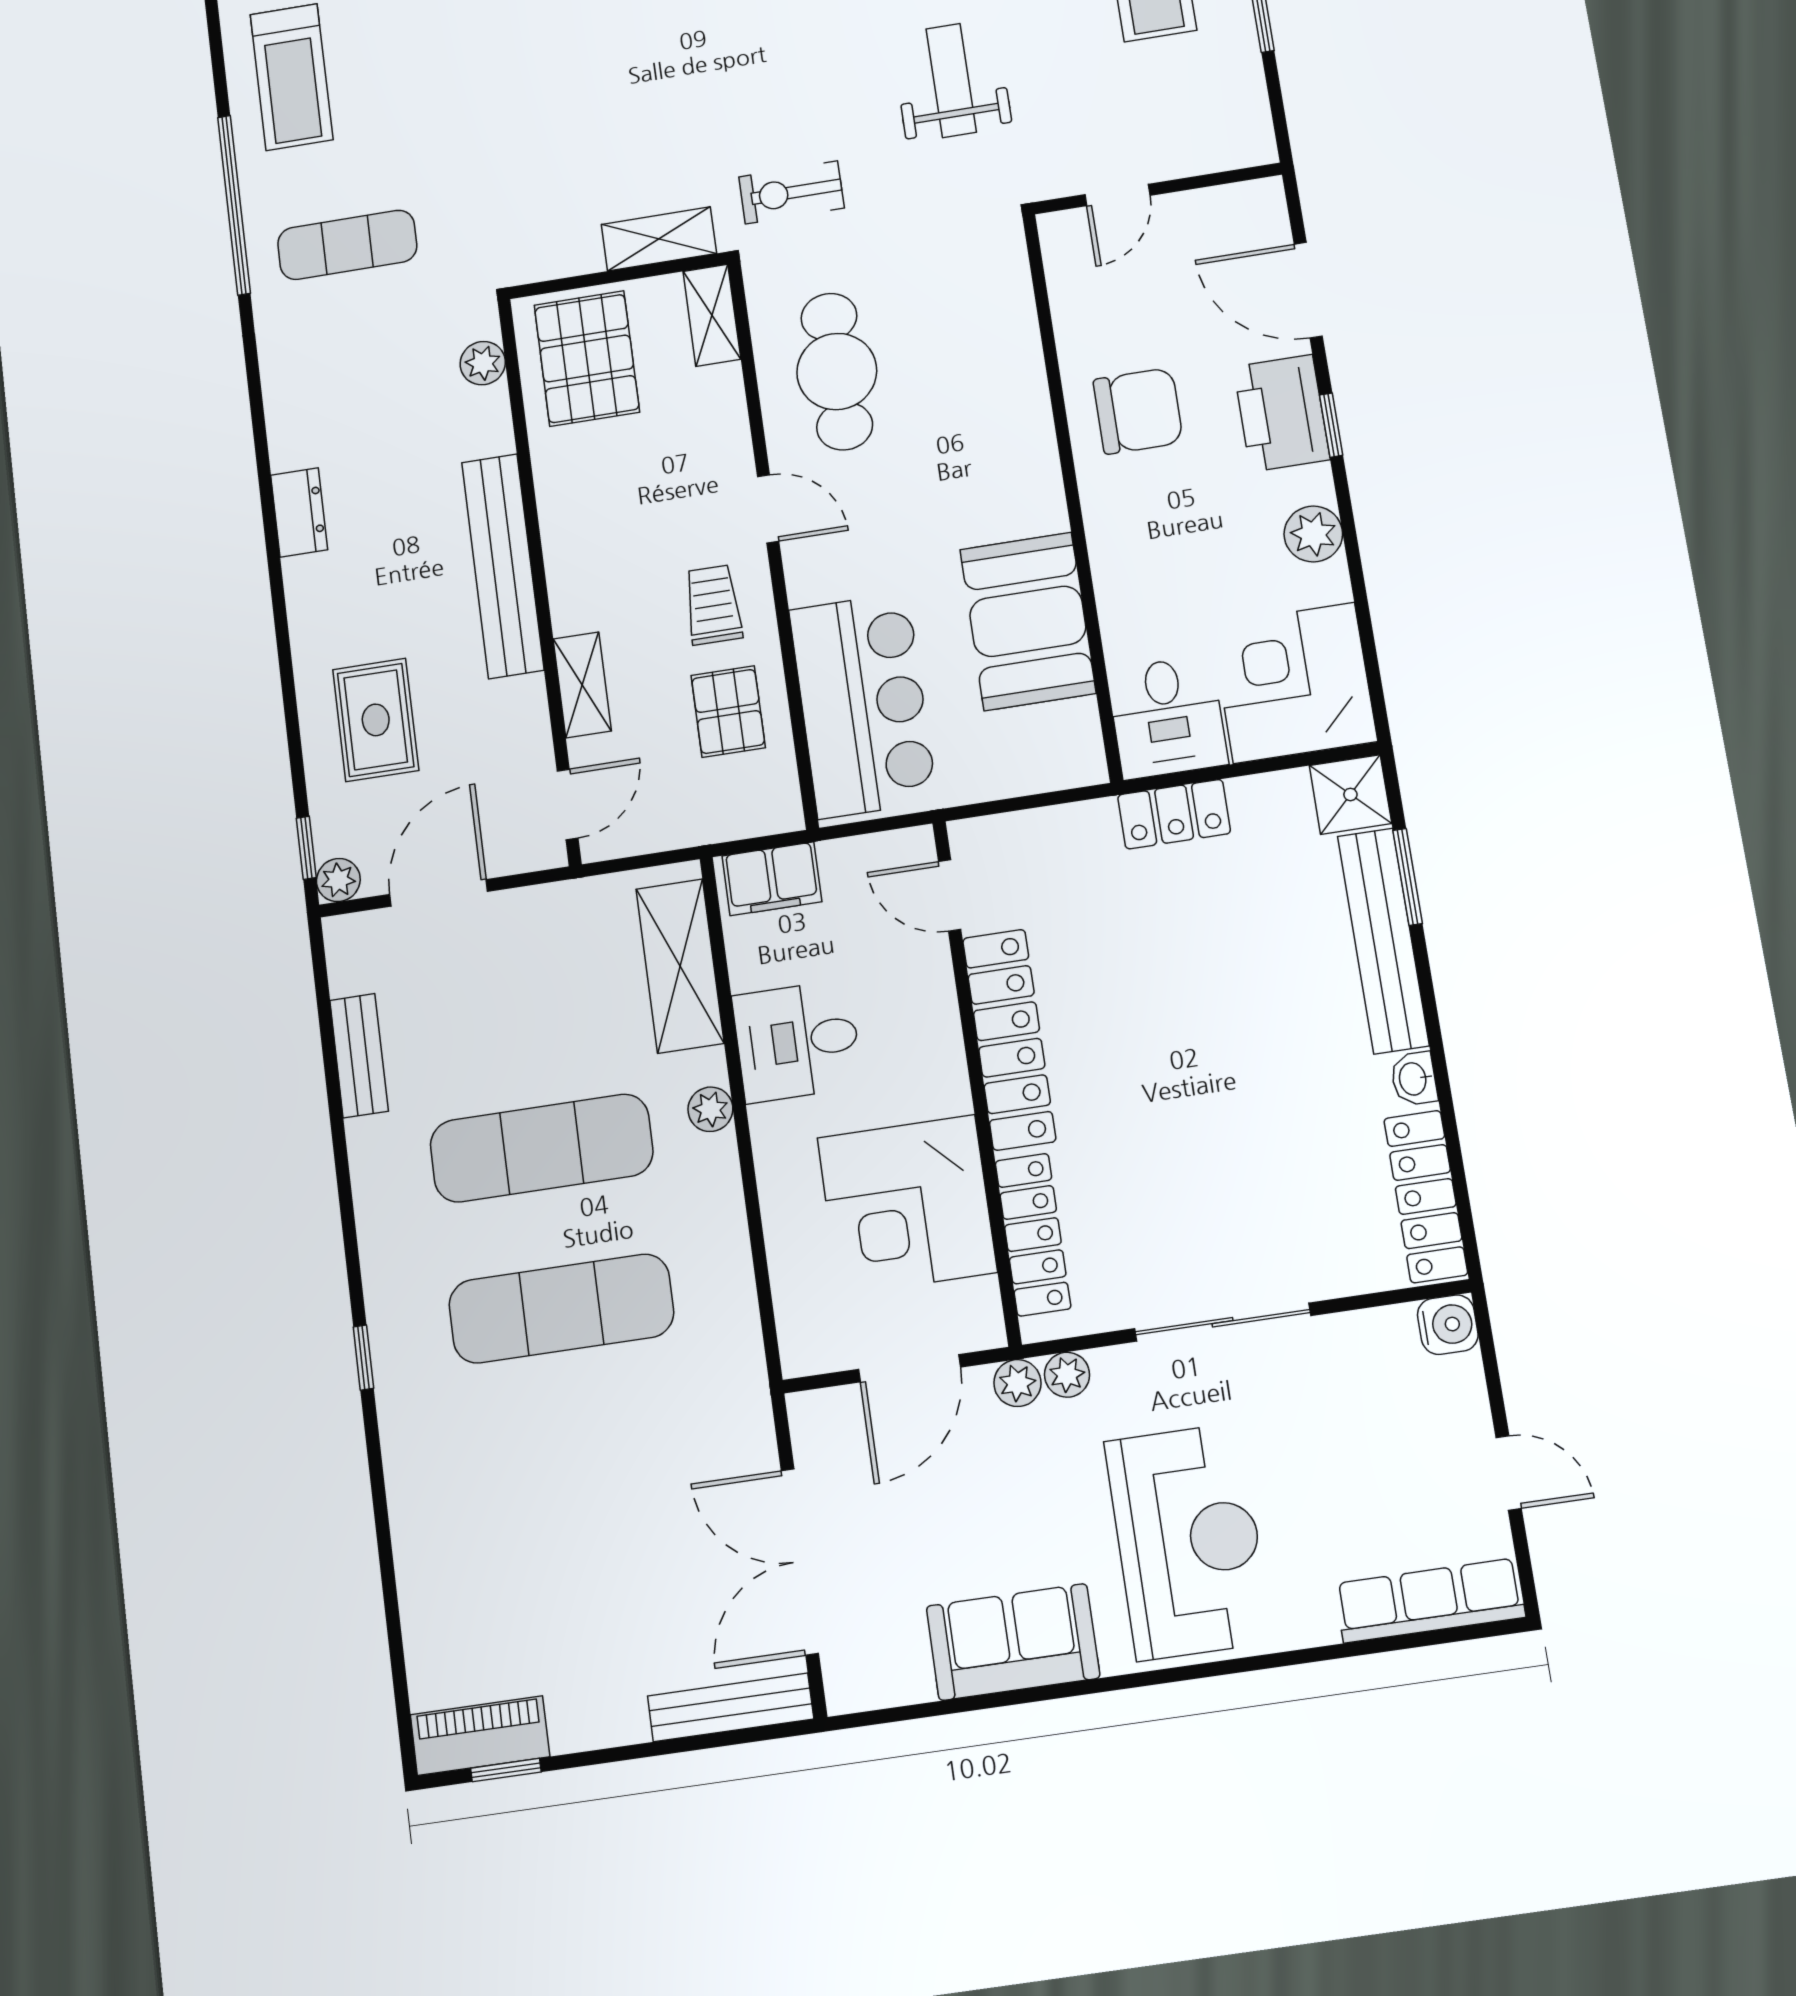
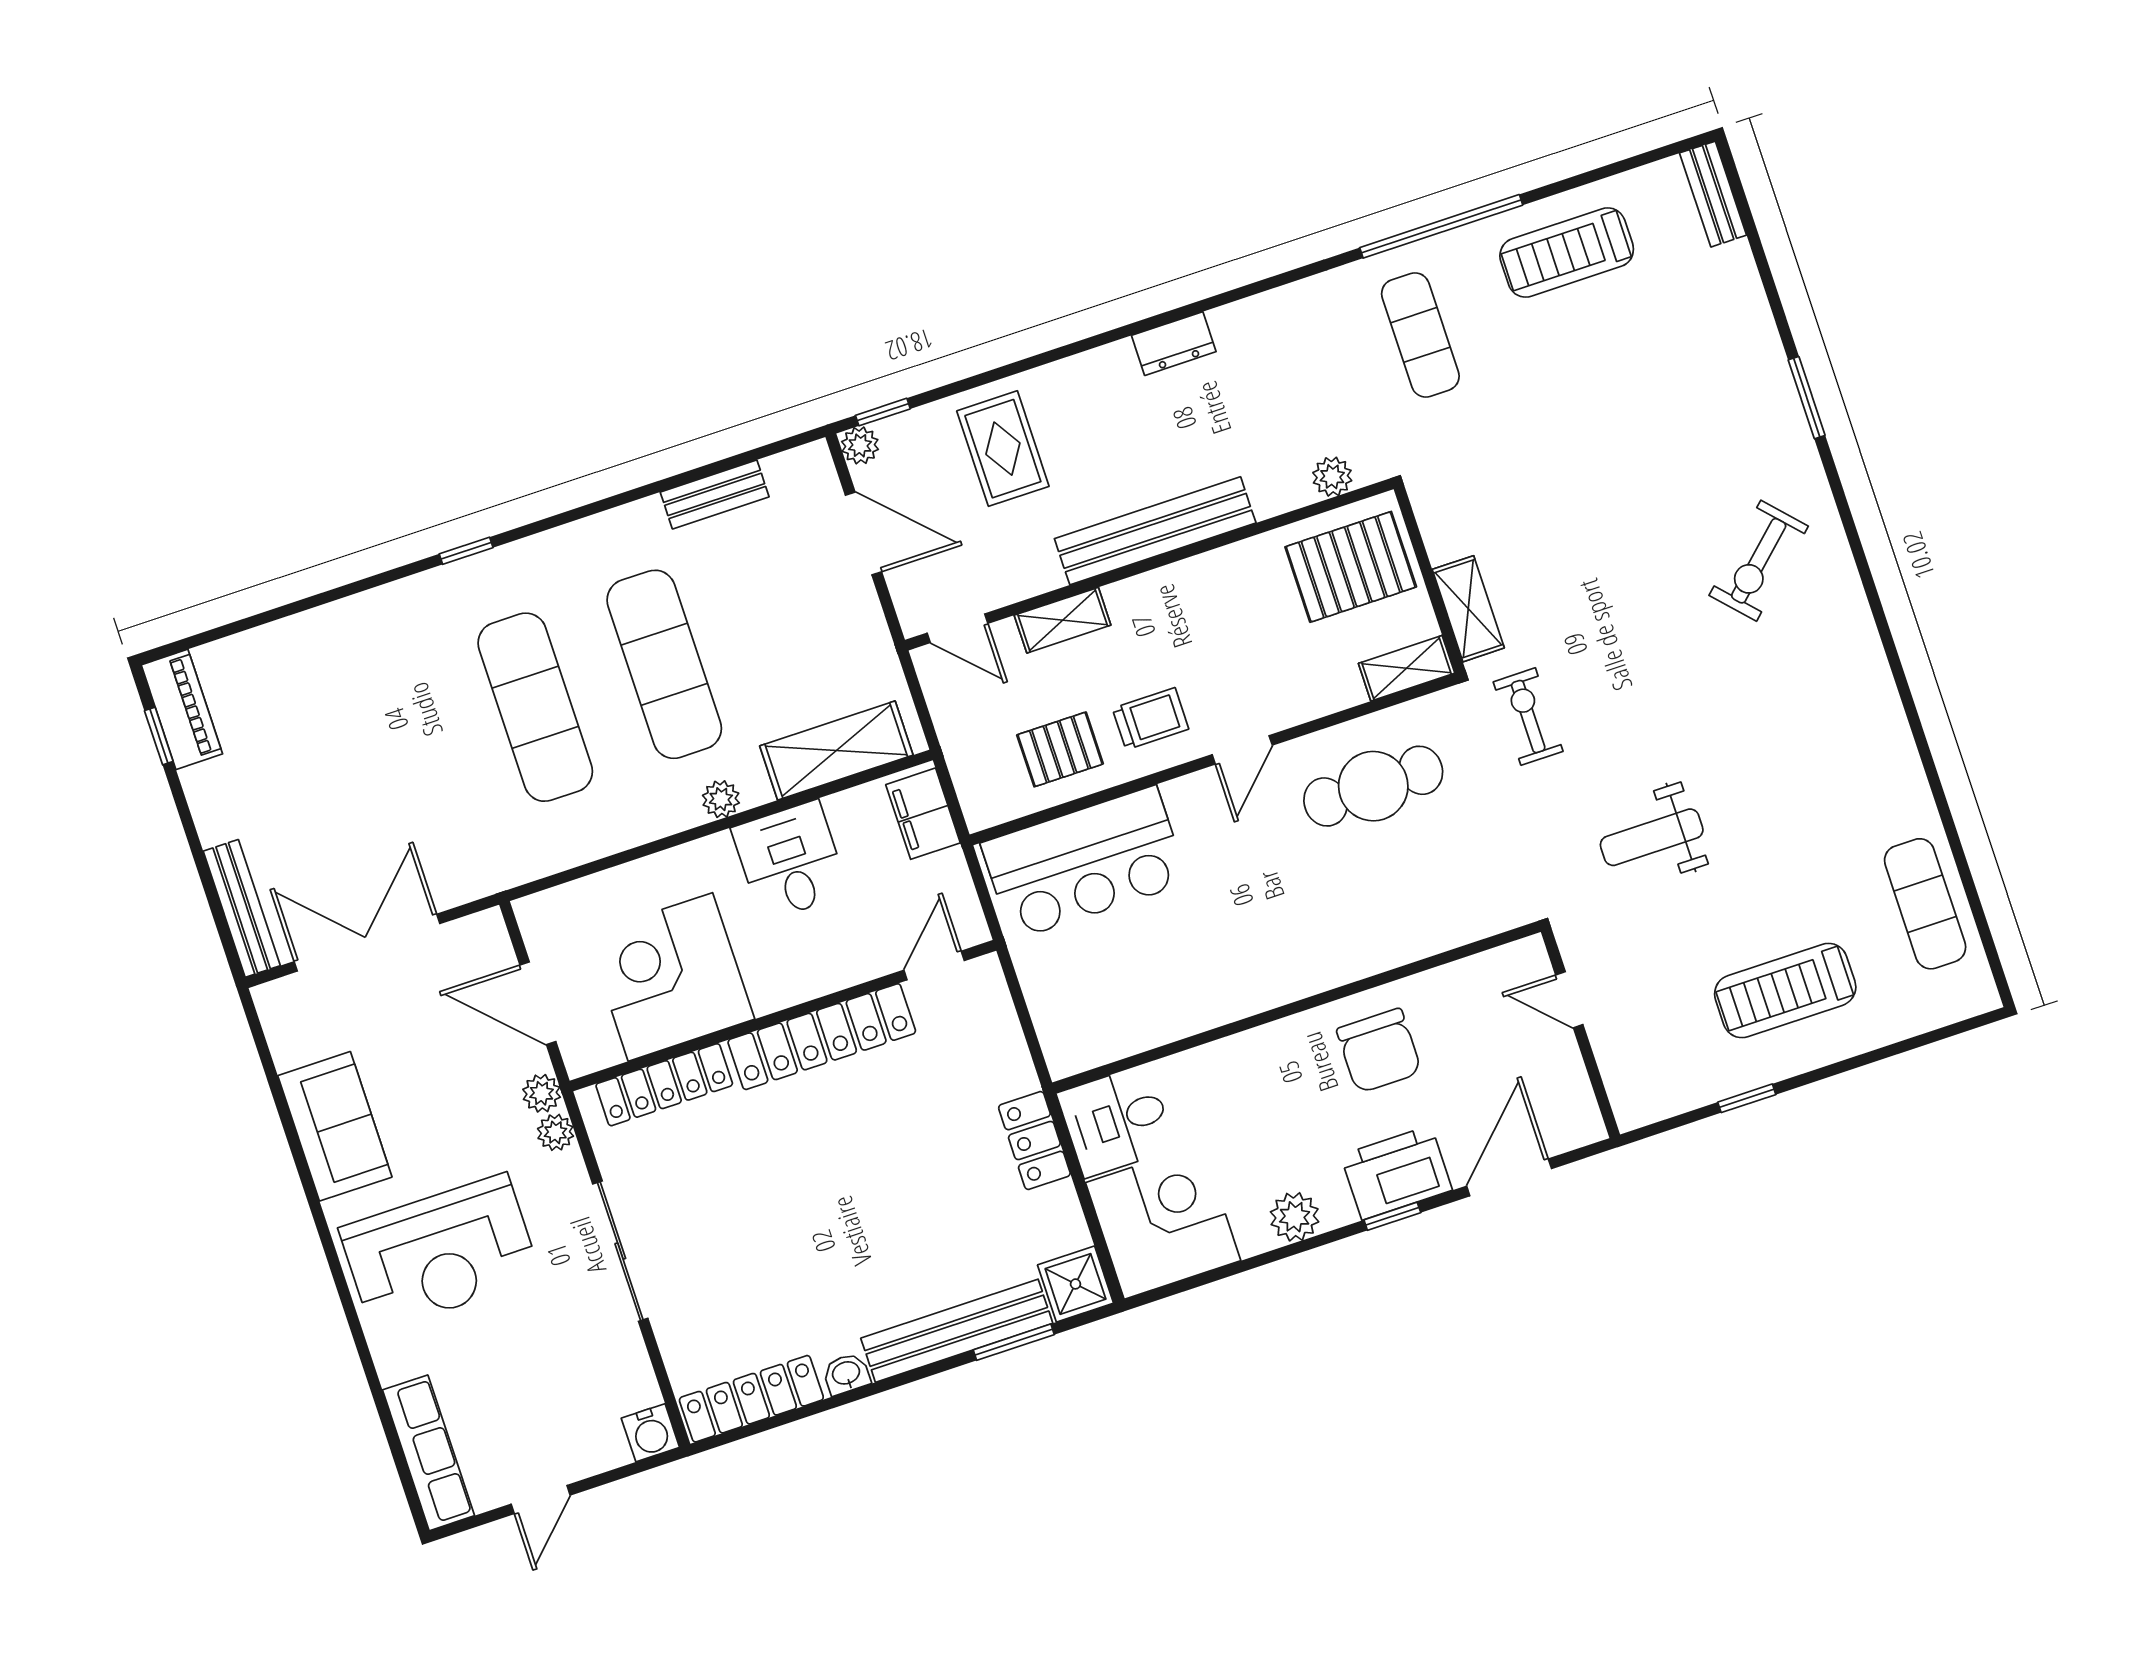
weight bench: (951, 80) -> (1652, 837), turned 180
booth: (1028, 621) -> (1180, 989), removed
rug: (376, 720) -> (1003, 449), turned 90

